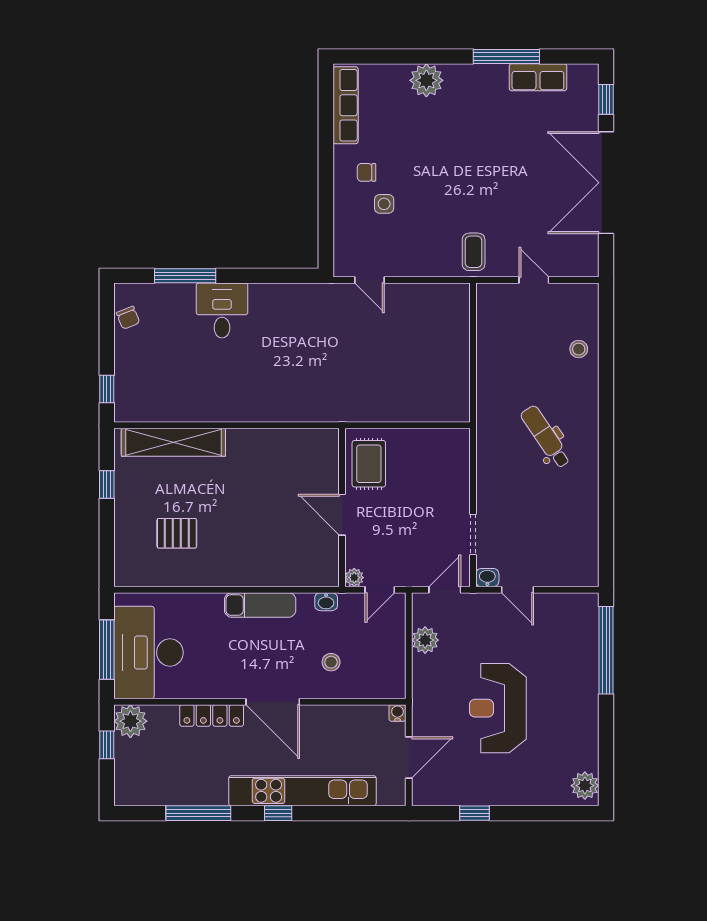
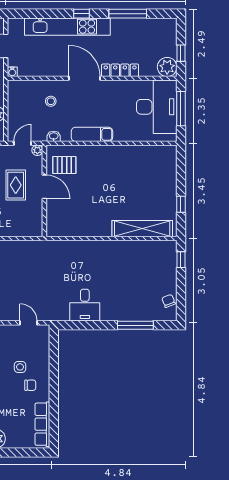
desk: (222, 310) -> (85, 305), moved
rug: (369, 464) -> (16, 185), moved
pallet: (177, 533) -> (64, 165), moved

